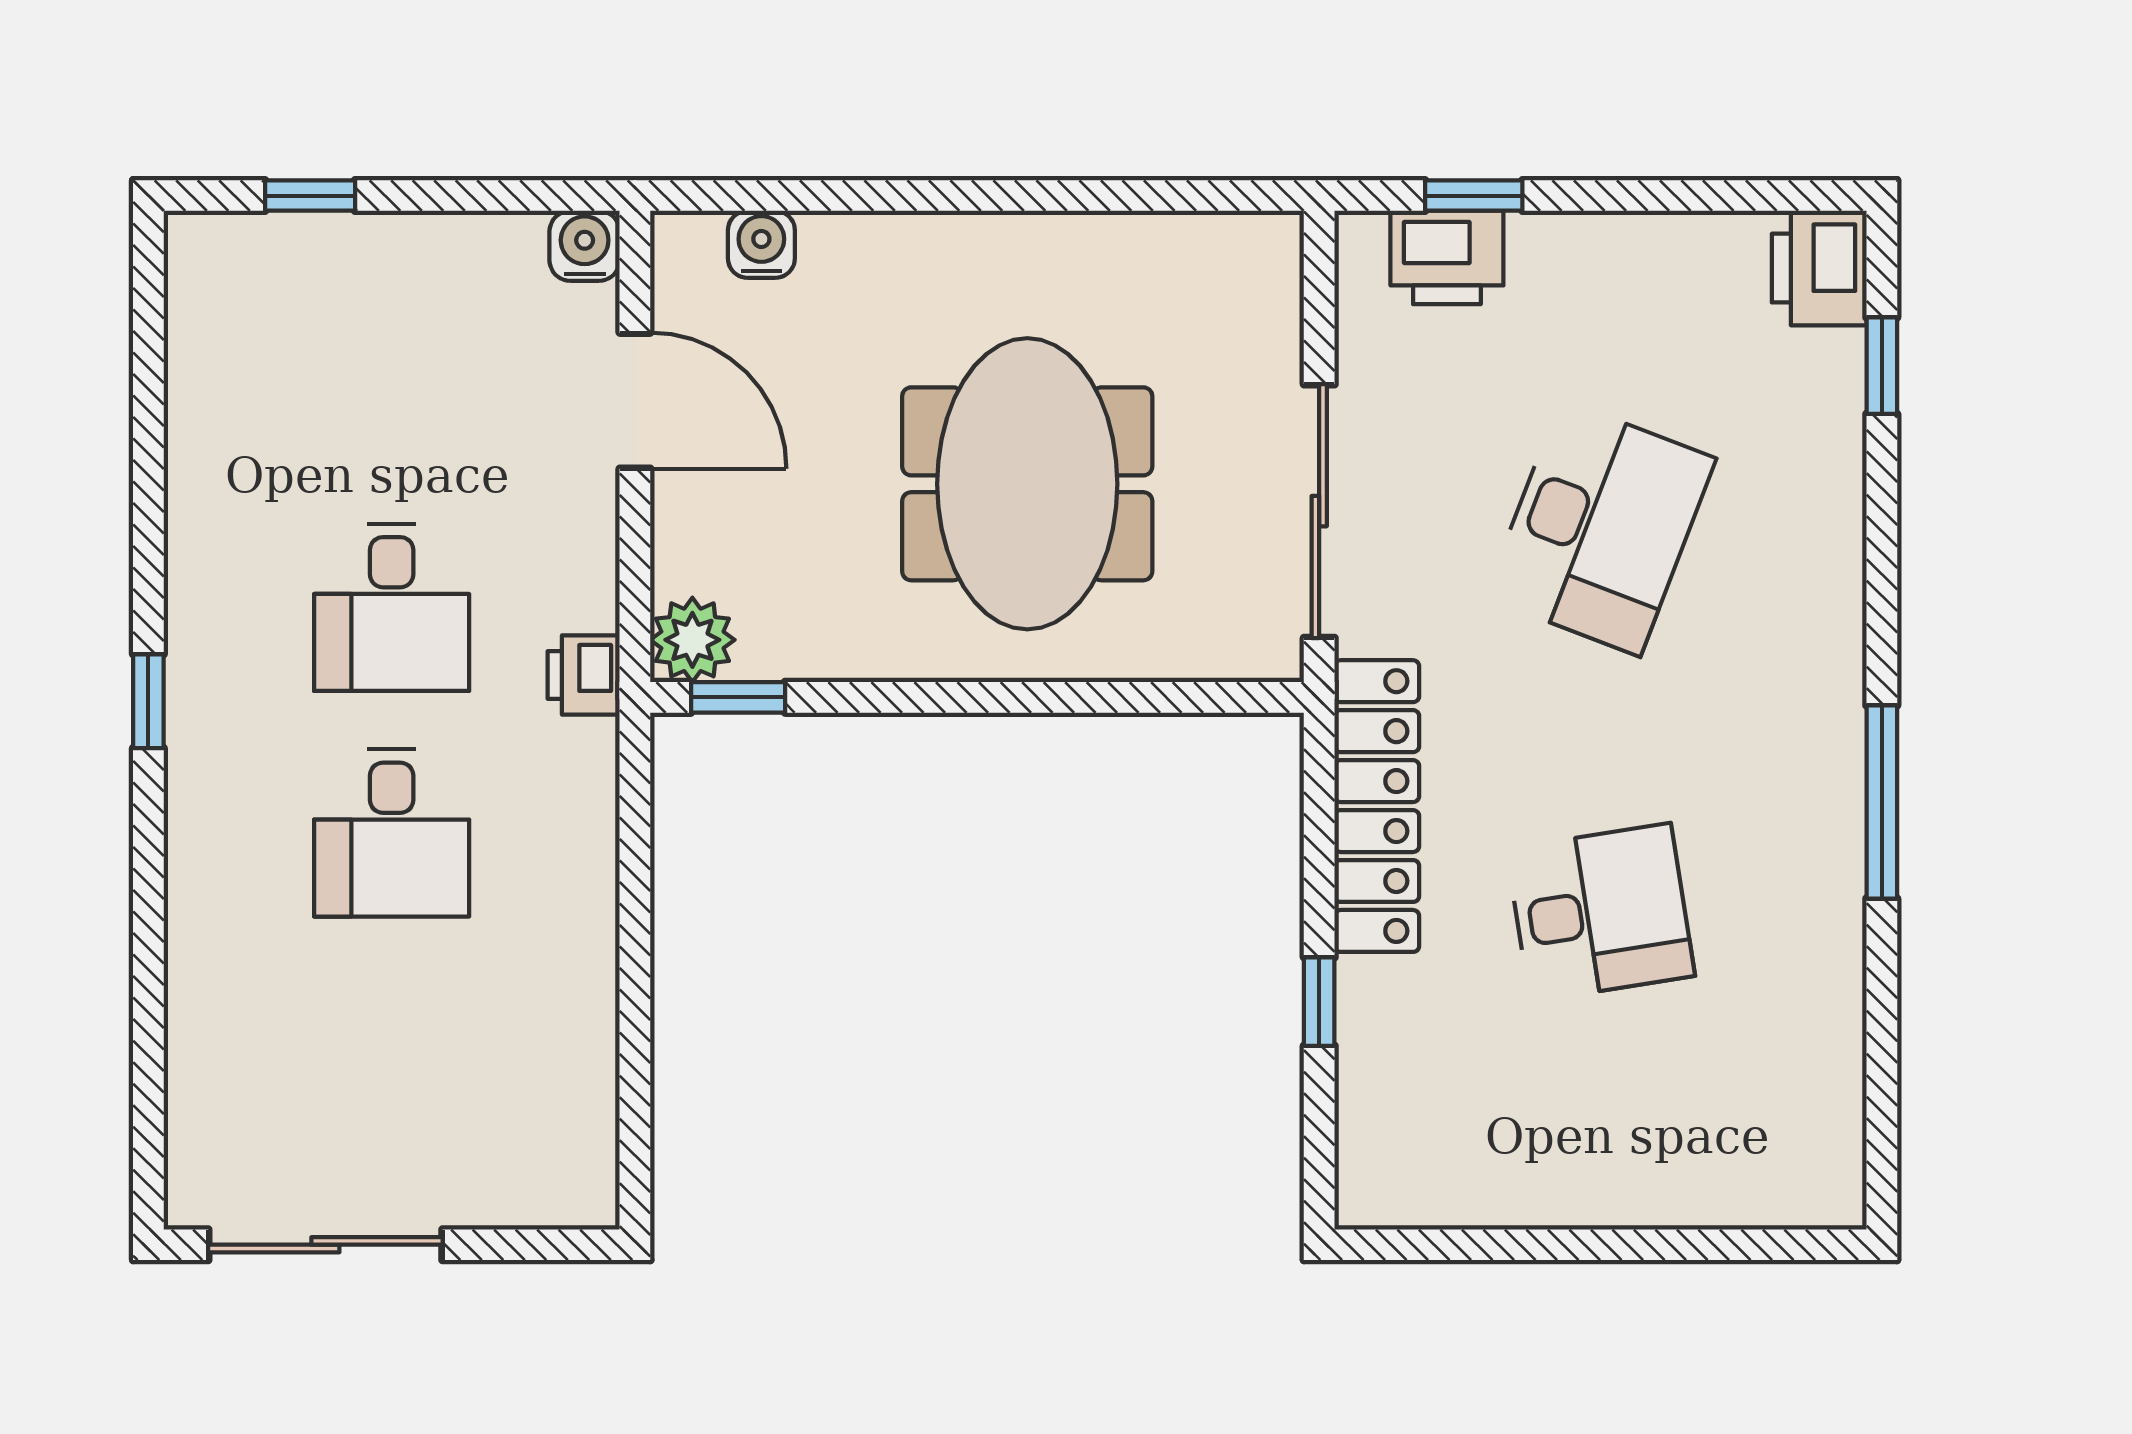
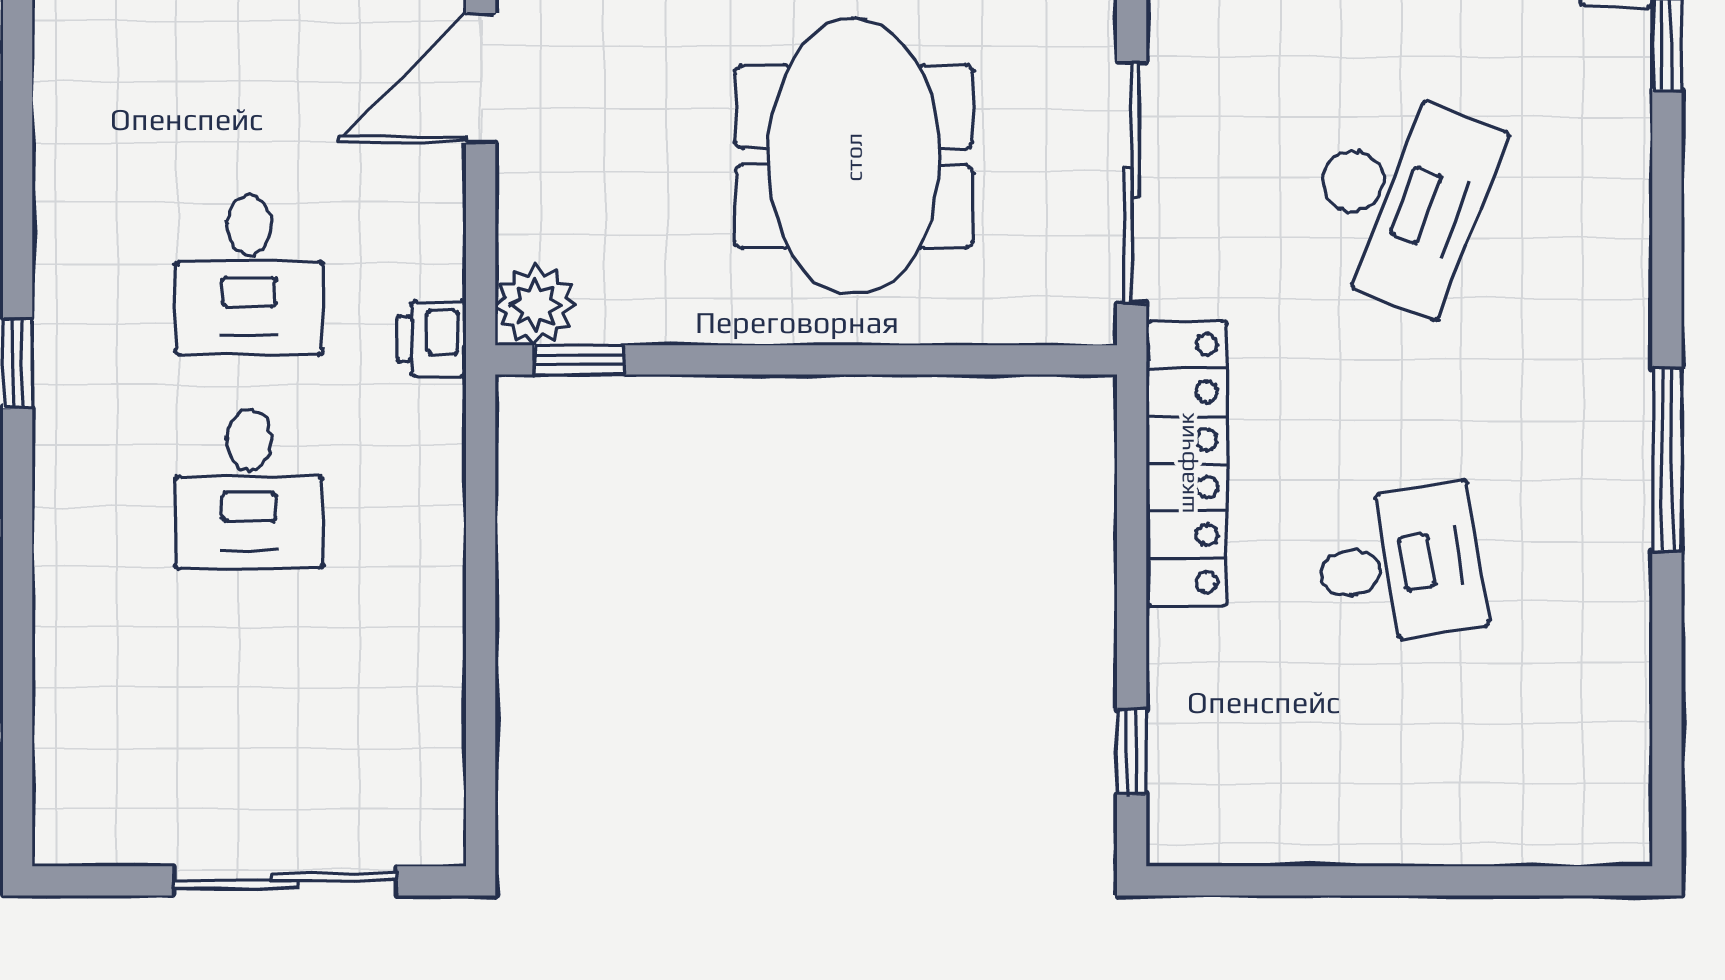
door: (635, 401) -> (481, 78), swing flipped
window: (1319, 1002) -> (1132, 752), moved
sliding door: (325, 1245) -> (285, 881), moved

